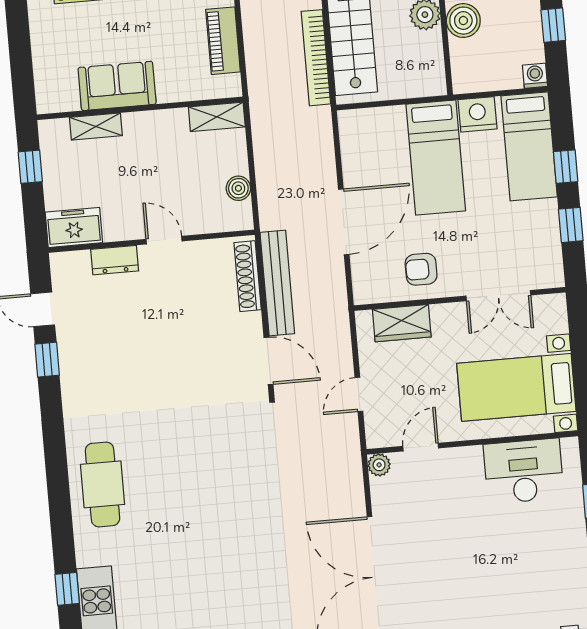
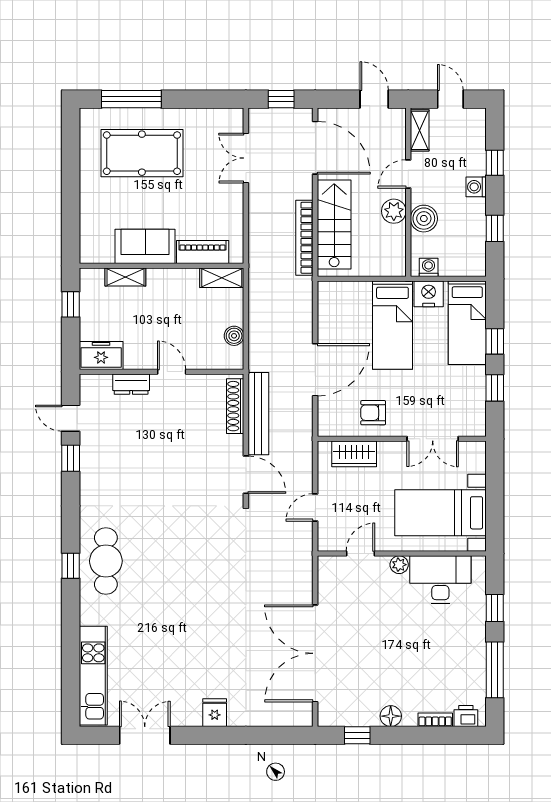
piano: (223, 41) -> (203, 252), moved, turned 90
washing machine: (535, 76) -> (429, 267), moved
plant: (379, 465) -> (399, 565), moved
window: (67, 589) -> (71, 566), moved

